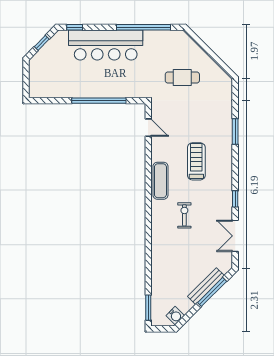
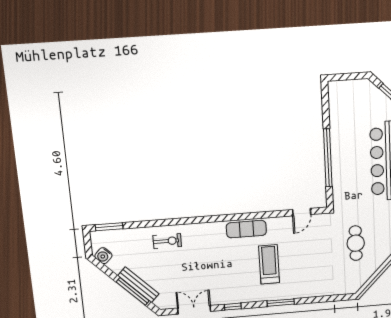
window: (235, 131) -> (281, 303), moved
treadmill: (196, 161) -> (269, 264), turned -90
exercise bike: (184, 215) -> (167, 241), moved

